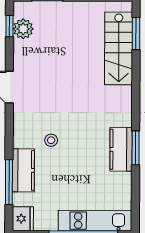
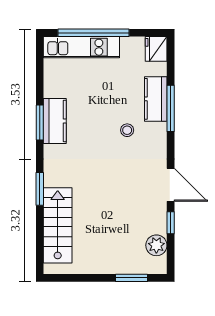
window: (10, 26) -> (171, 223), moved
window: (136, 34) -> (40, 189), moved
window: (9, 182) -> (171, 108), moved

